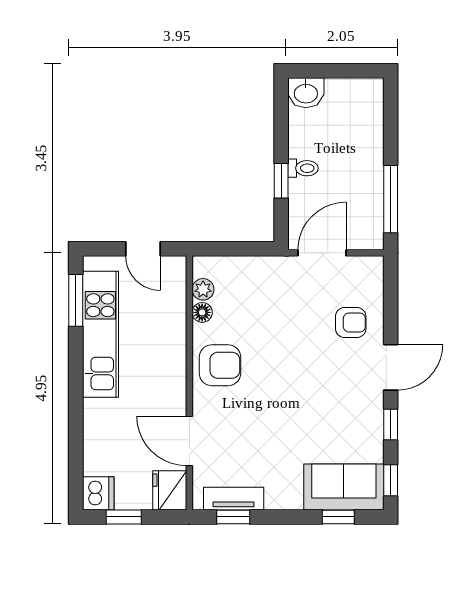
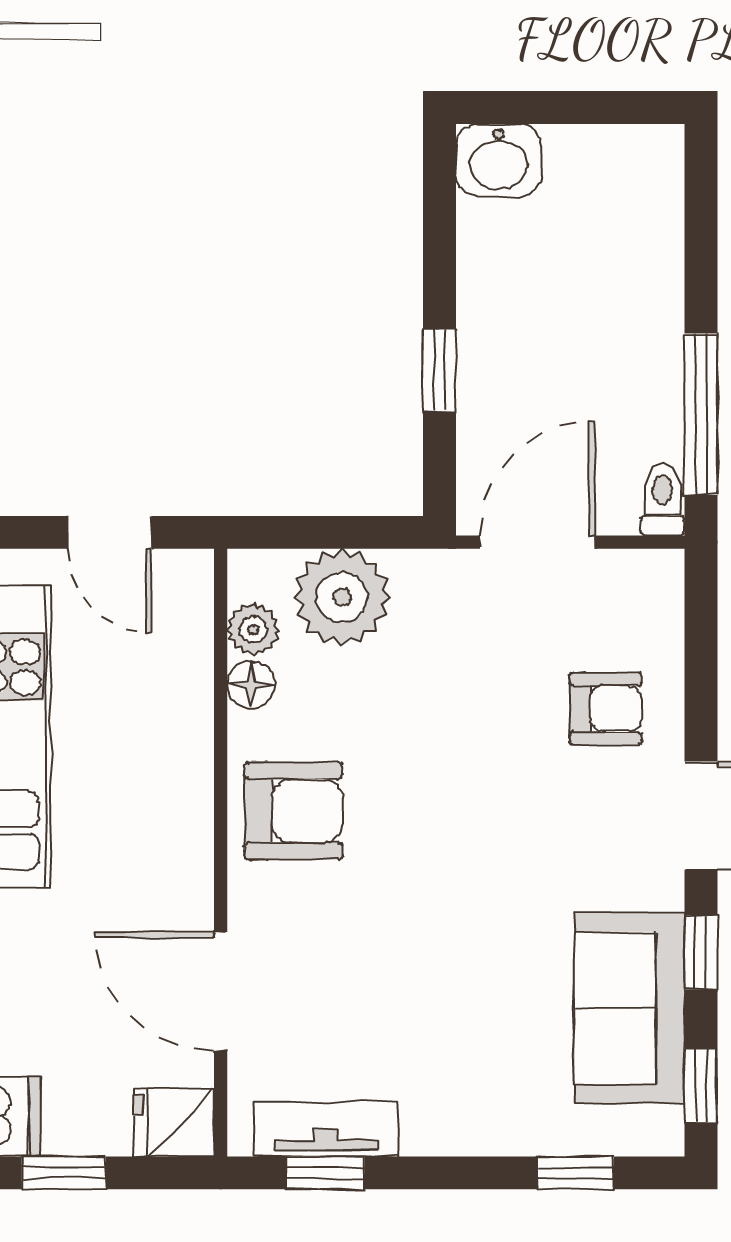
toilet: (303, 168) -> (663, 500), moved, turned -90
plant: (240, 276) -> (342, 597), added
sofa: (344, 487) -> (629, 1008), moved, turned -90
fridge: (170, 490) -> (174, 1123), width x0.72

